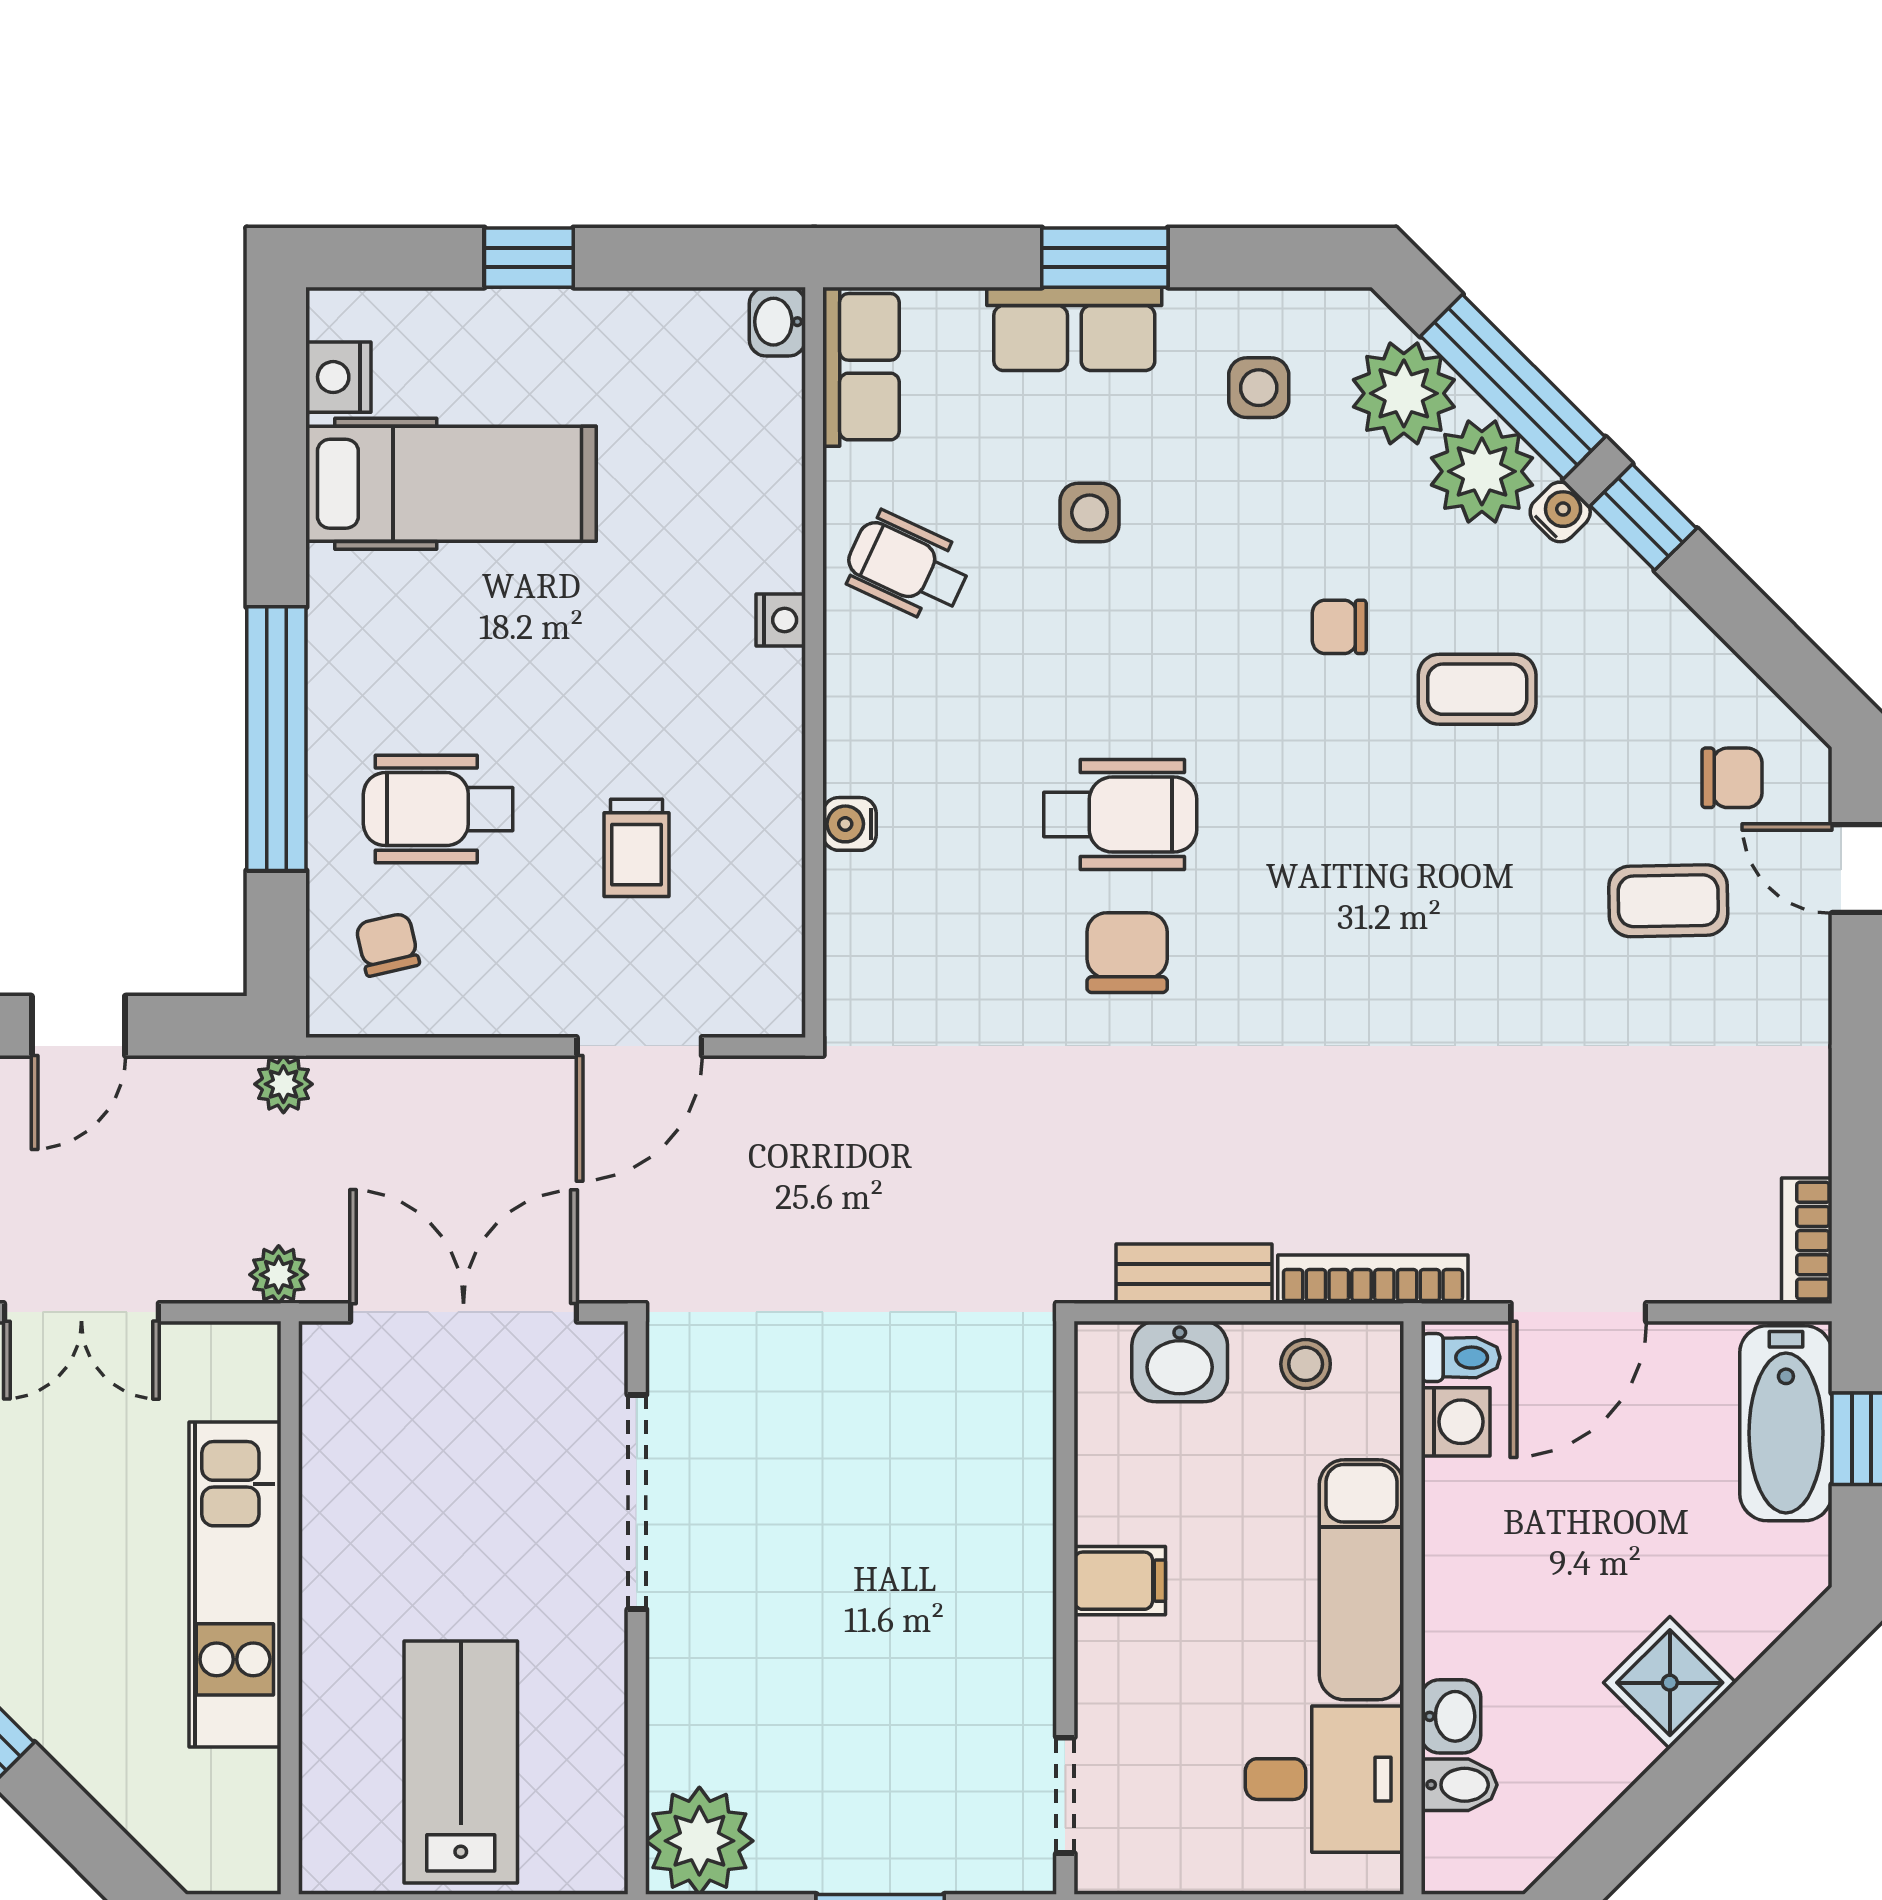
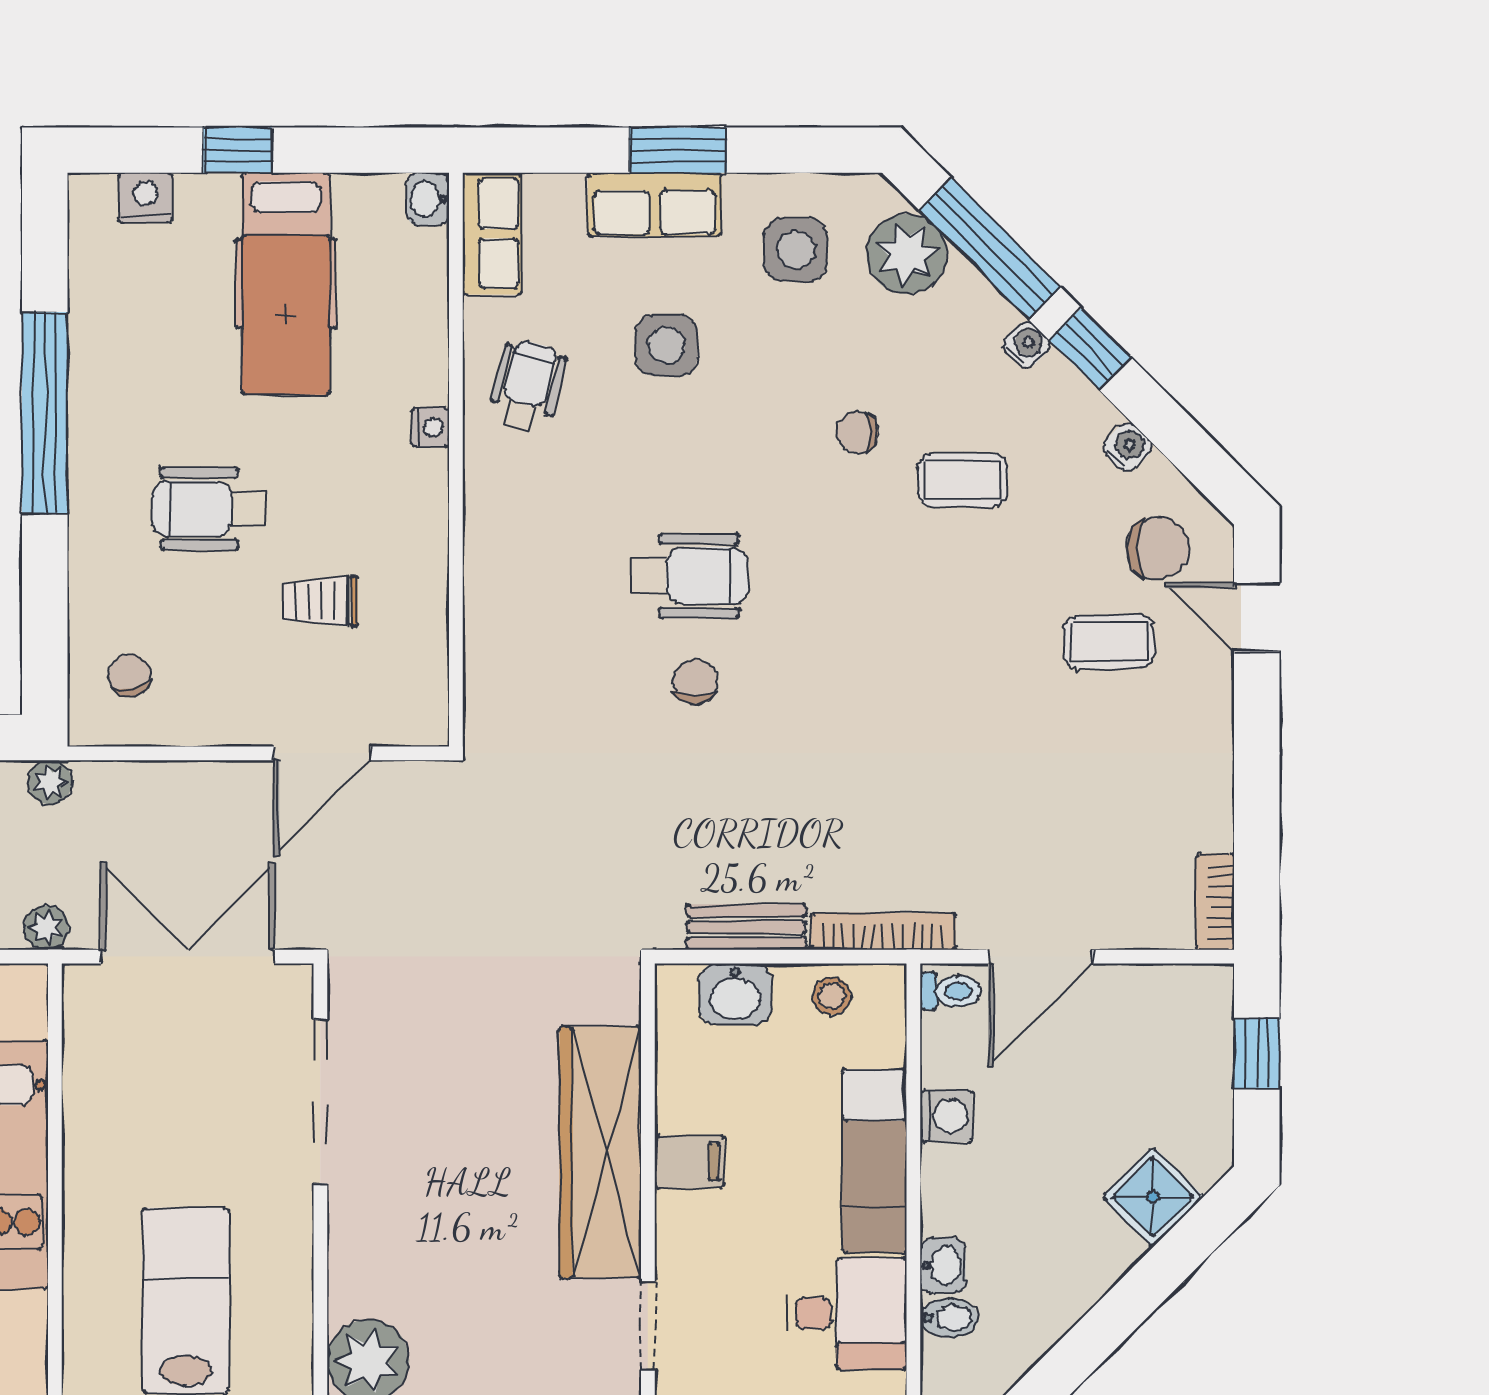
nightstand: (338, 377) -> (146, 198), moved, turned 90
side table: (1259, 388) -> (796, 250), width x1.37, depth x1.37
plant: (1482, 471) -> (966, 314), removed
hospital bed: (451, 484) -> (286, 284), moved, turned 90
side table: (1090, 513) -> (666, 345), width x1.37, depth x1.37
wheelchair: (907, 567) -> (527, 387), turned 79
window: (276, 739) -> (45, 413), moved
chair: (1732, 778) -> (1158, 548), width x1.37, depth x1.37
wheelchair: (438, 809) -> (209, 509), moved
water cooler: (850, 824) -> (1128, 447), moved, turned 135
trolley: (637, 848) -> (320, 601), turned 90
chair: (1127, 953) -> (695, 682), width x0.73, depth x0.73
washing machine: (1456, 1422) -> (946, 1116), moved
bathtub: (1786, 1423) -> (1199, 1041), removed
wardrobe: (1003, 1568) -> (600, 1152), added
shower: (1670, 1683) -> (1153, 1197), moved

